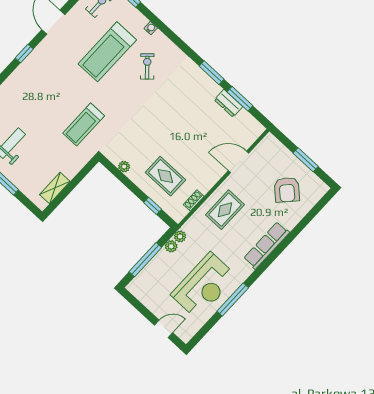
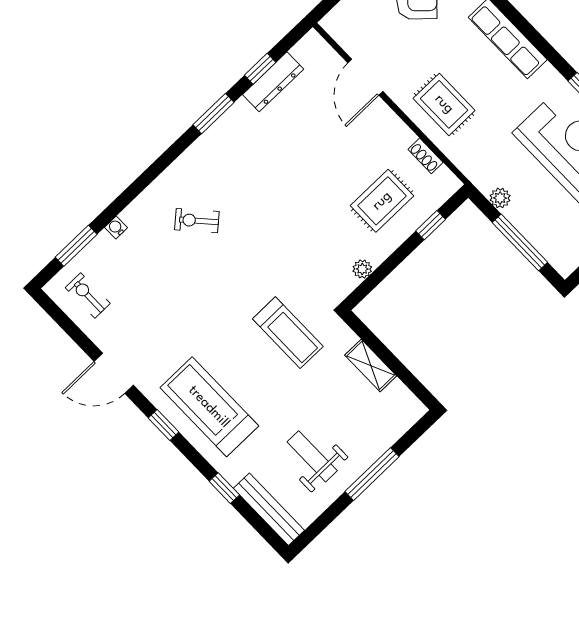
water cooler: (151, 28) -> (116, 228), moved
treadmill: (107, 52) -> (209, 407), moved, turned 180
window: (240, 99) -> (260, 69), width x0.67
dresser: (228, 103) -> (273, 82), width x1.44
shelving: (55, 188) -> (371, 365), moved
plant: (180, 236) -> (484, 182), removed

